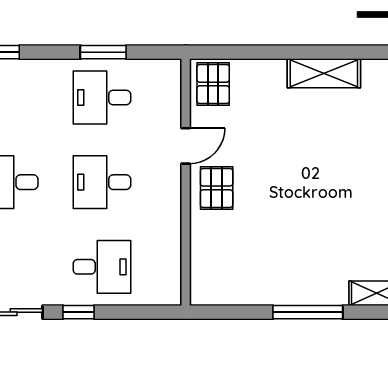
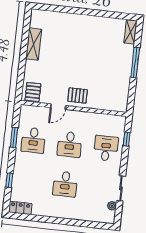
pallet: (213, 84) -> (33, 92), turned 90
door: (186, 146) -> (58, 107), swing flipped
window: (79, 312) -> (127, 139), moved

